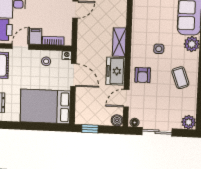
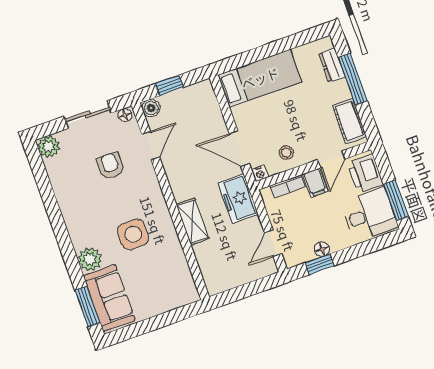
side table: (159, 49) -> (133, 234), width x1.87, depth x1.87
freezer: (116, 71) -> (238, 199), moved, turned 180
armchair: (143, 75) -> (111, 166), moved
coffee table: (180, 78) -> (86, 206), removed
bed: (45, 106) -> (260, 78), width x0.67
window: (90, 129) -> (169, 85), moved

